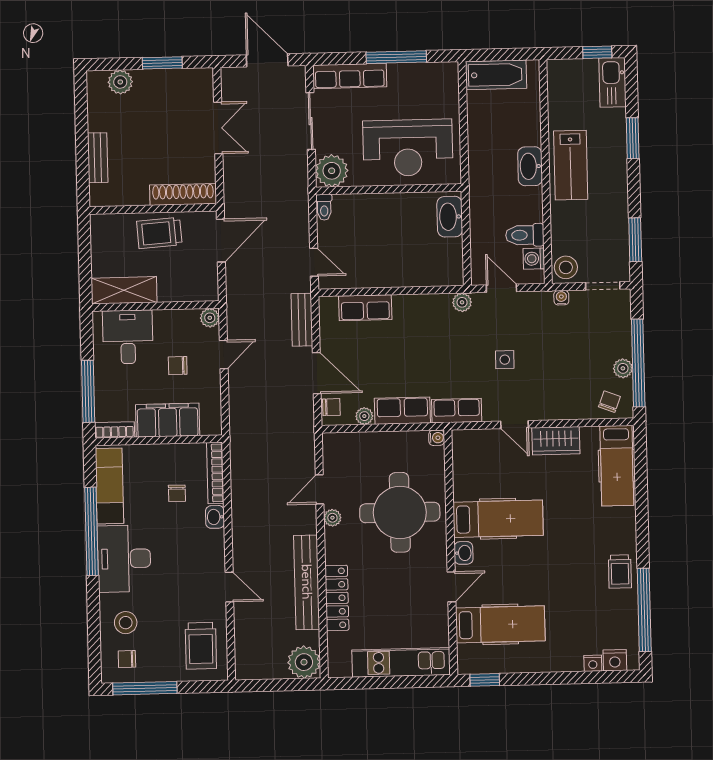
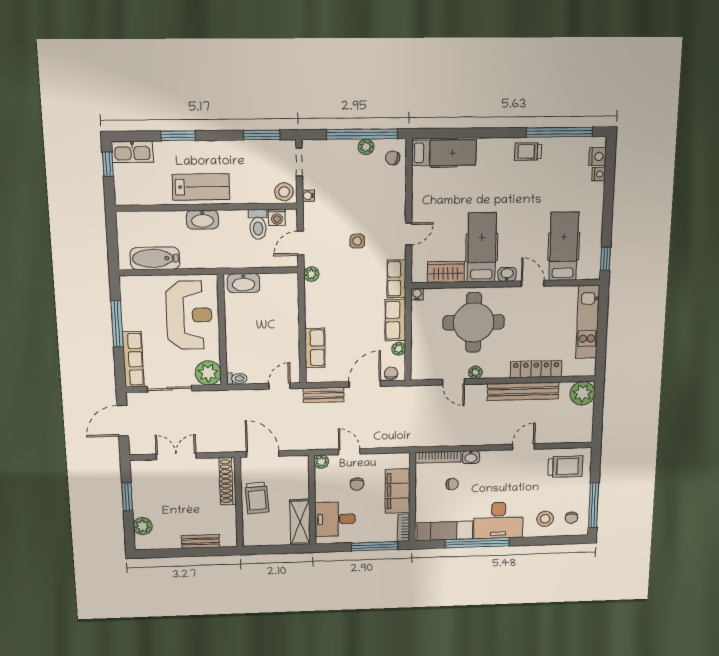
bathtub: (496, 75) -> (155, 258), moved, turned -90
wardrobe: (556, 441) -> (446, 272), moved, turned -90
trolley: (620, 571) -> (528, 152), turned 180

